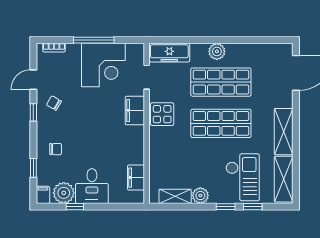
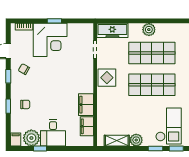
window: (94, 40) -> (54, 21), width x0.46
corner desk: (103, 65) -> (50, 40), moved
filing cabinet: (135, 111) -> (86, 105), moved
window: (33, 168) -> (8, 106), moved

